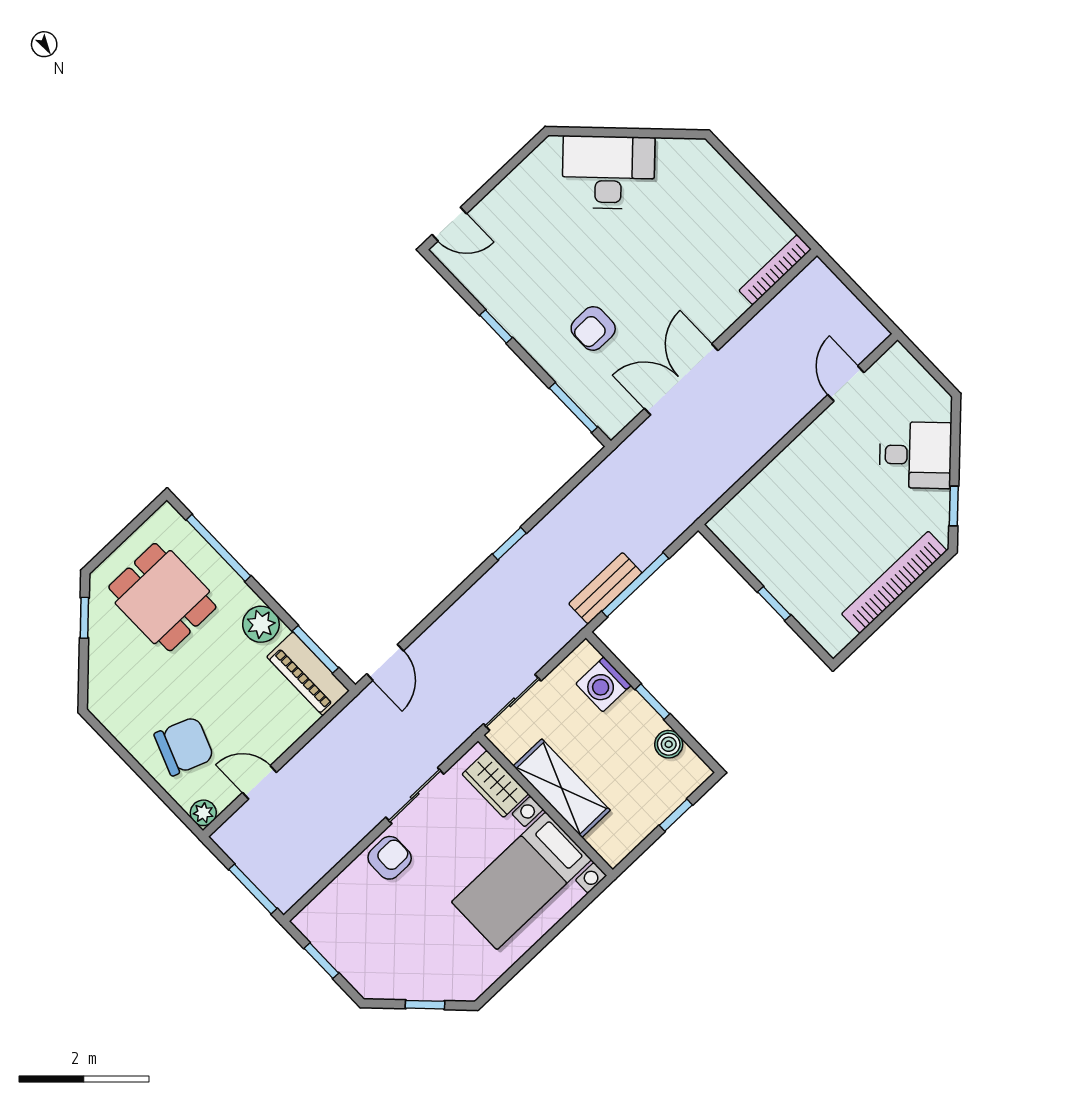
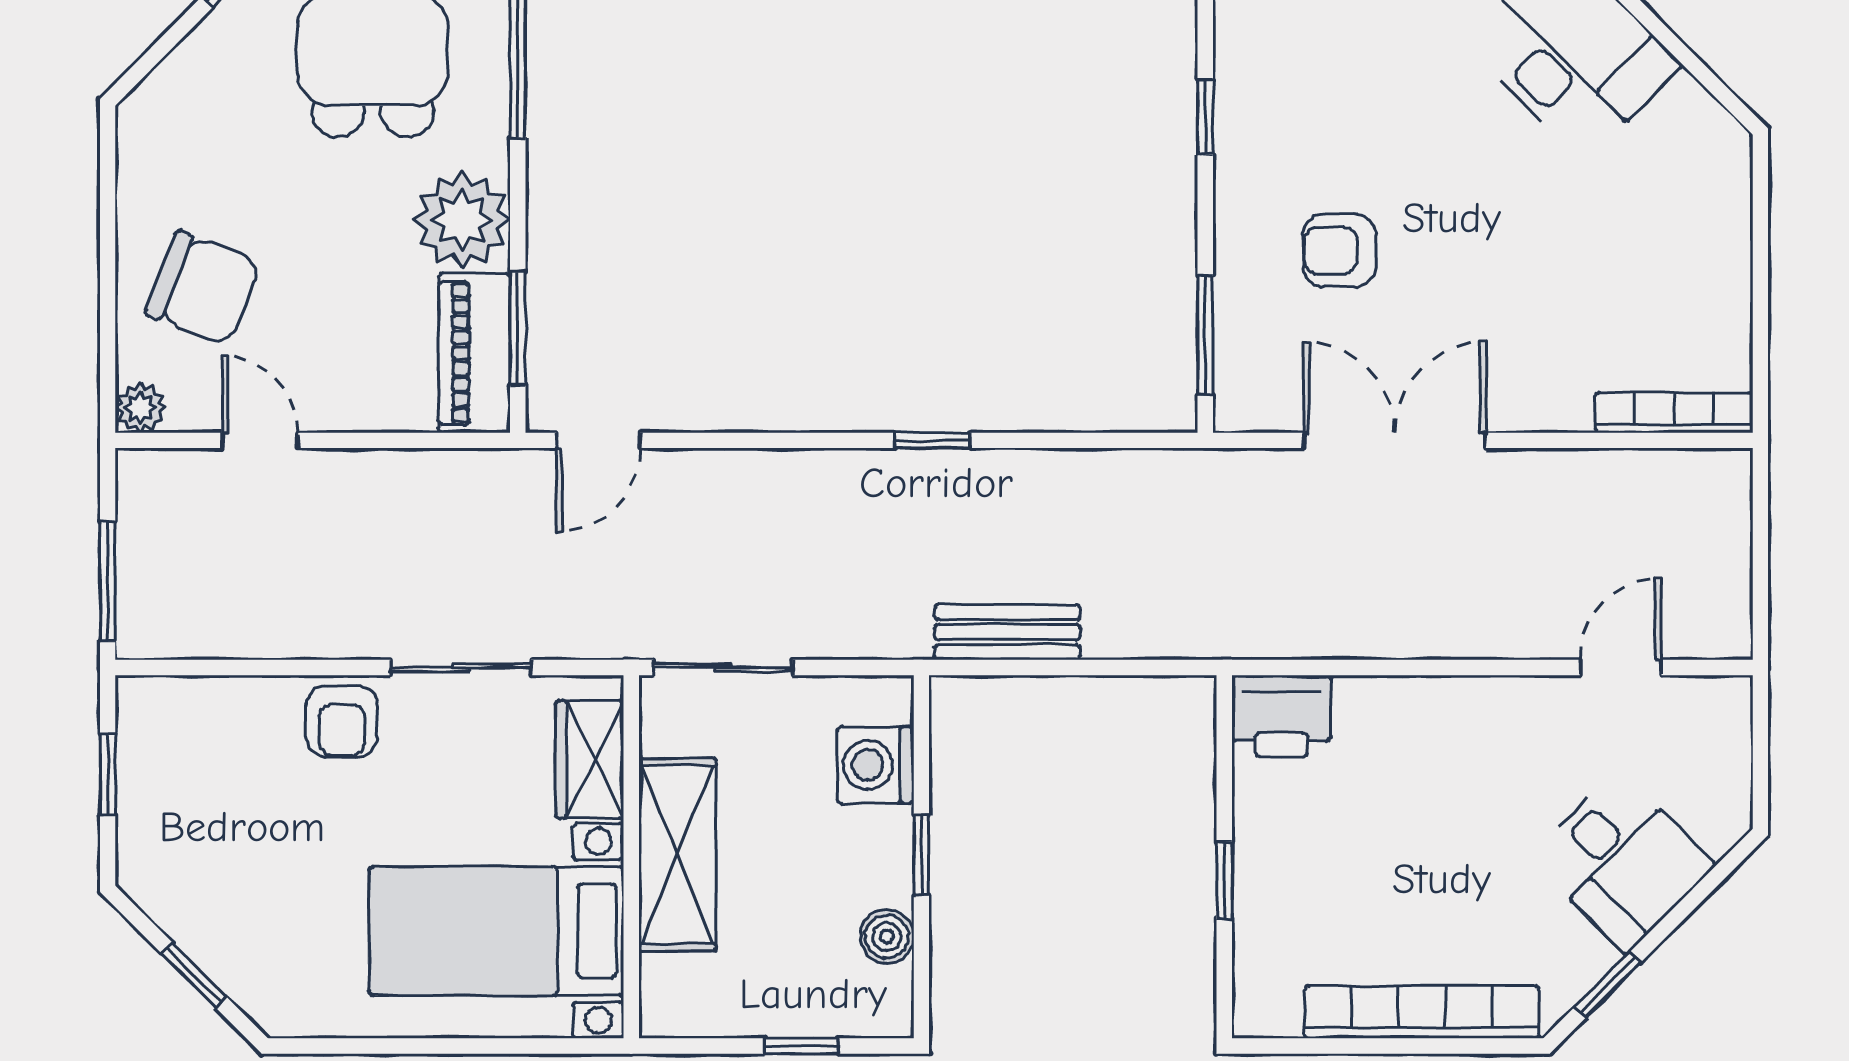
printer: (737, 522) -> (1281, 716), added
window: (635, 585) -> (1054, 668), removed
plant: (261, 624) -> (462, 220), width x1.36, depth x1.36
armchair: (390, 858) -> (342, 721), turned 90

